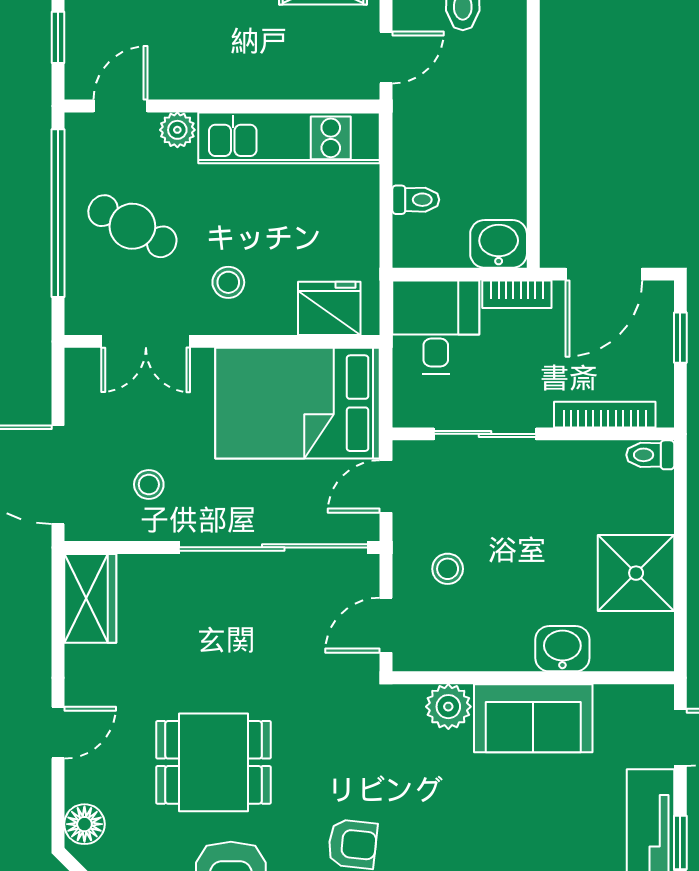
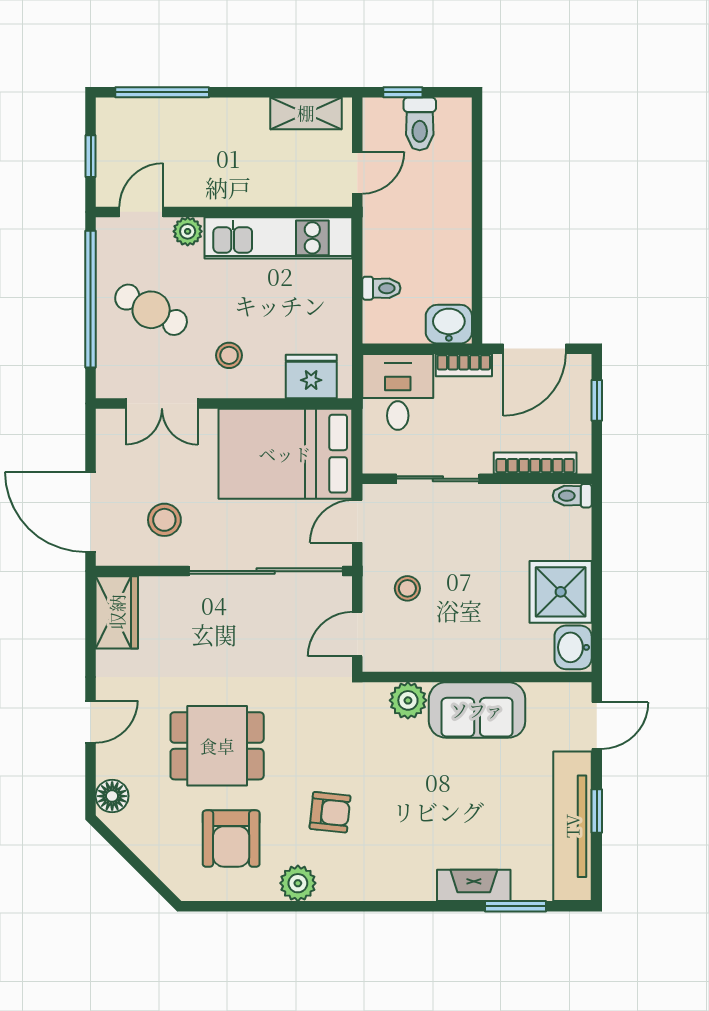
stool: (149, 484) -> (164, 520), width x1.37, depth x1.37
washbasin: (562, 649) -> (573, 647), moved, turned -90

